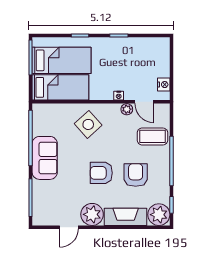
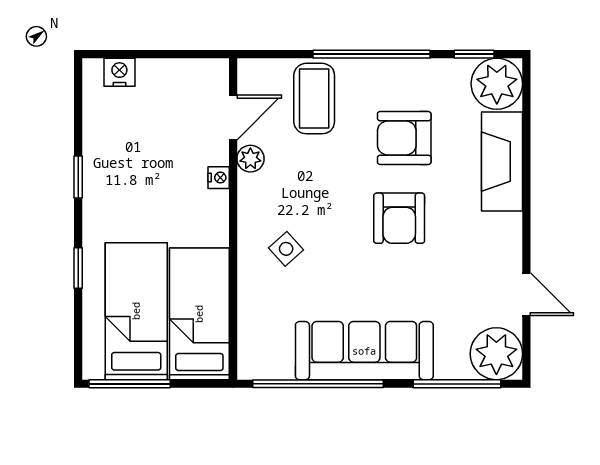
nightstand: (164, 85) -> (119, 72), moved
side table: (88, 124) -> (286, 249), width x0.54, depth x0.54
sofa: (45, 158) -> (364, 351), width x1.36
plant: (92, 214) -> (496, 354), moved

